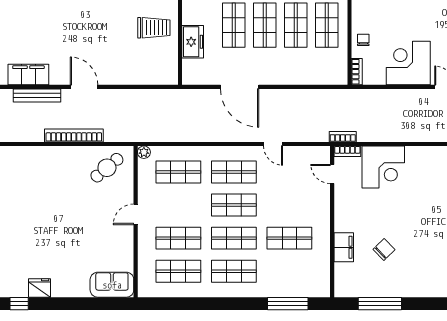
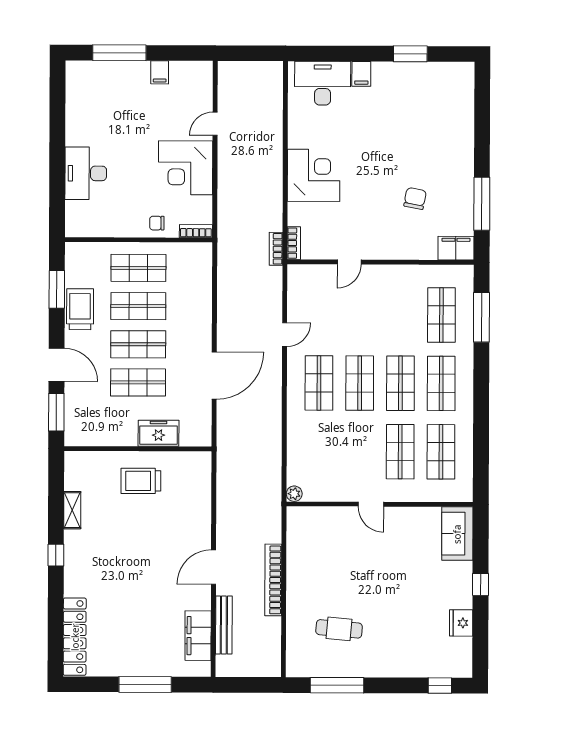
trolley: (154, 28) -> (141, 481), turned -90
corner desk: (383, 167) -> (314, 175), moved
cafe table: (107, 168) -> (339, 629), moved, turned -45
shop shelf: (178, 172) -> (319, 451), removed
door: (332, 174) -> (349, 262), moved
shop shelf: (289, 238) -> (441, 315), moved
filing cabinet: (344, 247) -> (456, 248), moved
chair: (384, 249) -> (415, 198), turned 55
window: (19, 304) -> (480, 584), moved

